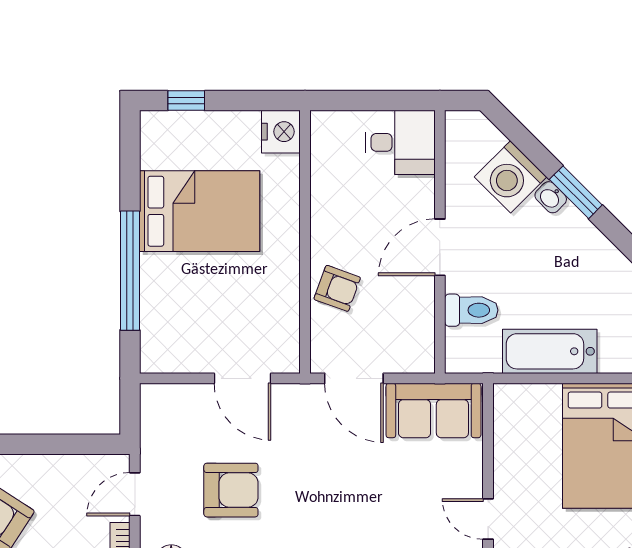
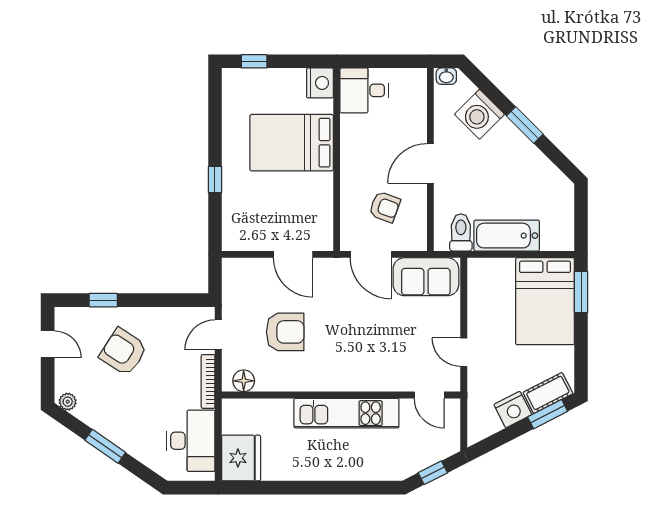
desk: (400, 142) -> (364, 90), moved, turned 180
washbasin: (551, 197) -> (446, 76), moved, turned -45
bed: (200, 211) -> (292, 143), moved, turned 180
window: (130, 271) -> (215, 180), width x0.32
armchair: (337, 288) -> (385, 207), moved
toilet: (471, 310) -> (461, 233), moved, turned -90

